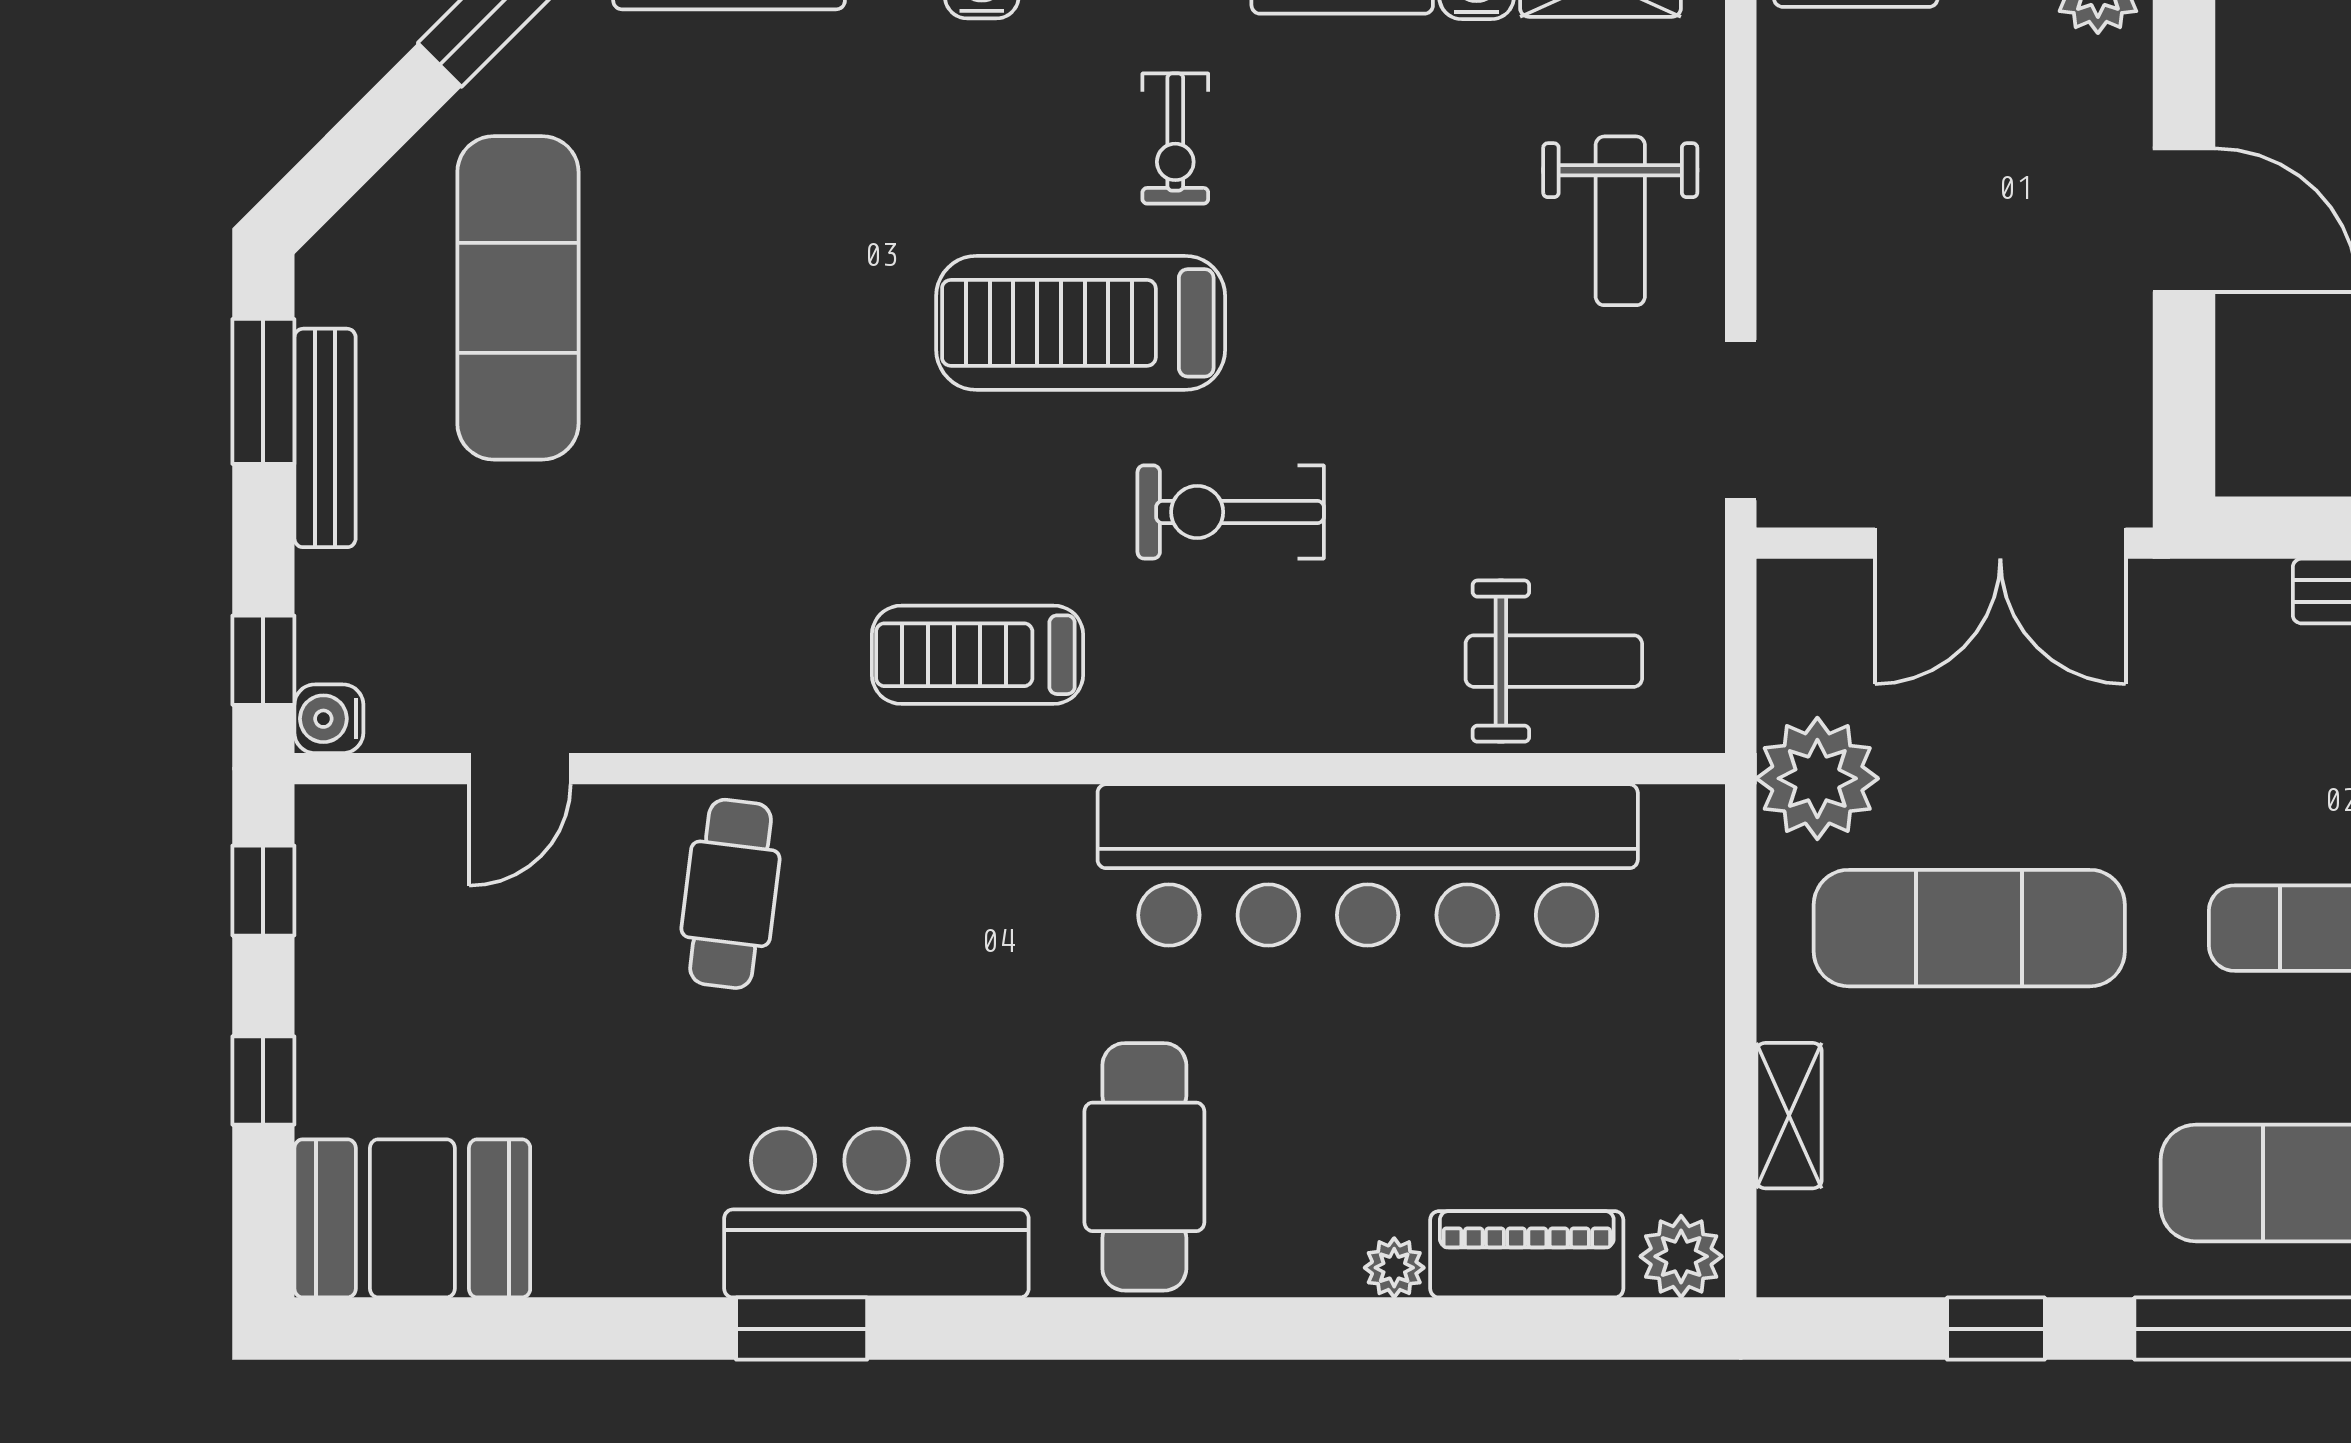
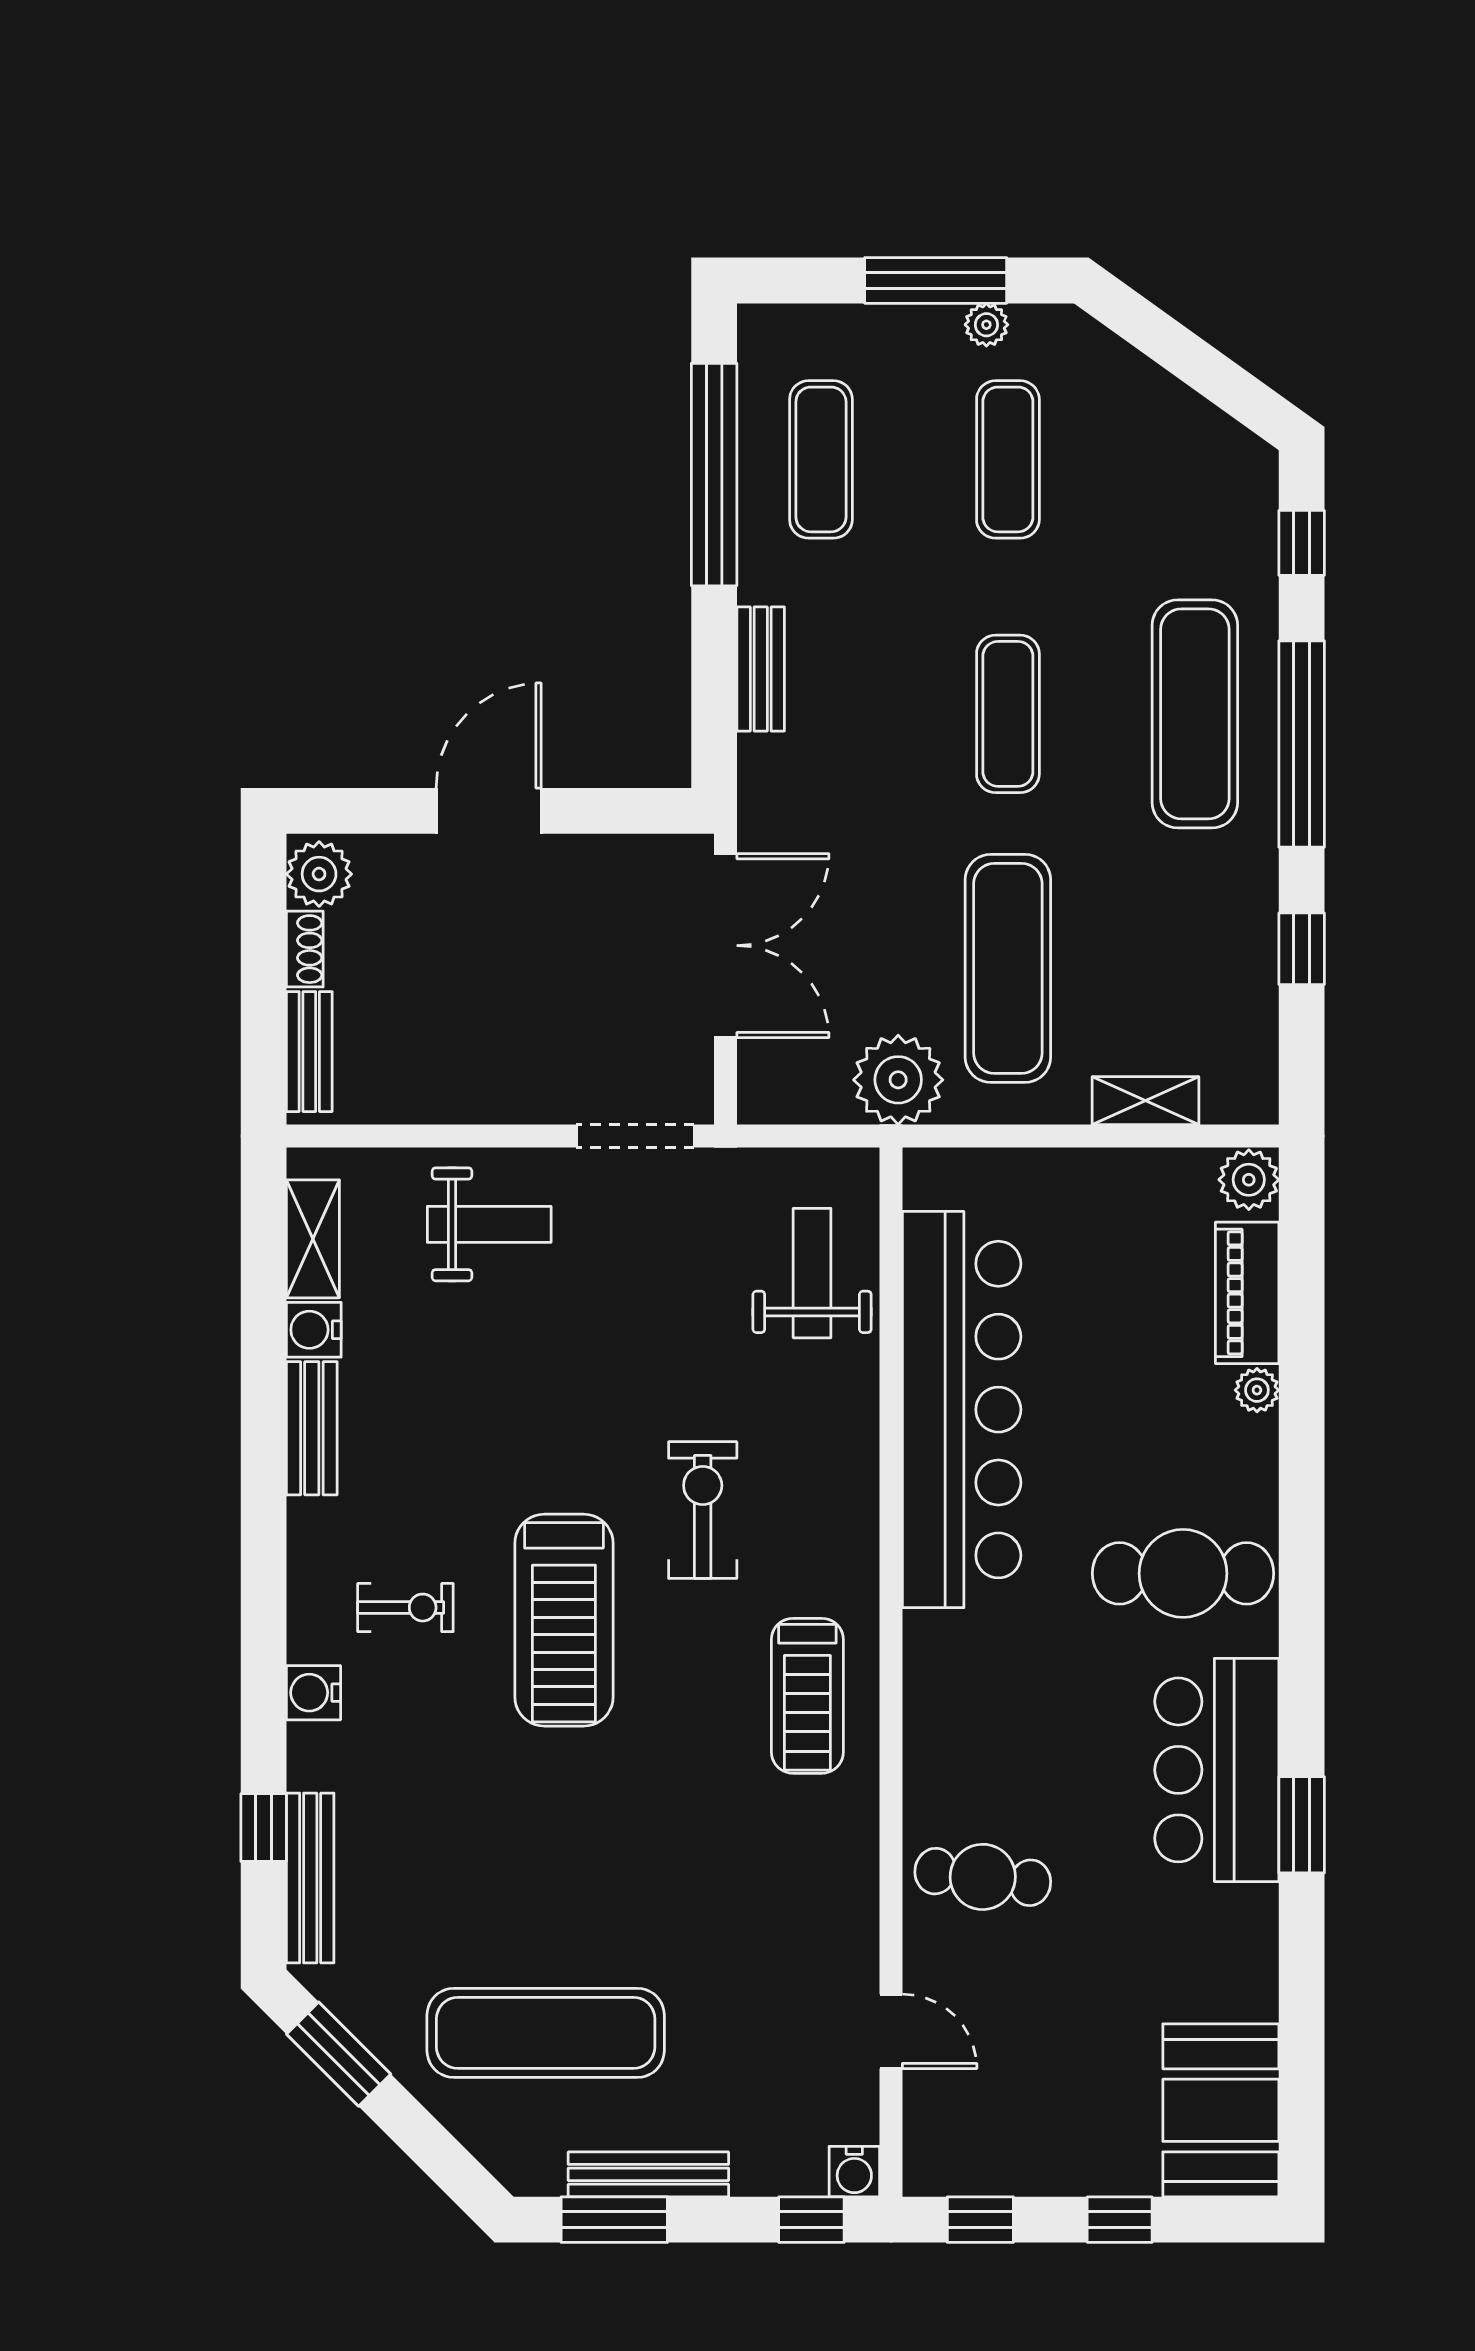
exercise bike: (1175, 139) -> (405, 1608), moved
exercise bike: (1231, 512) -> (703, 1510), turned 180

